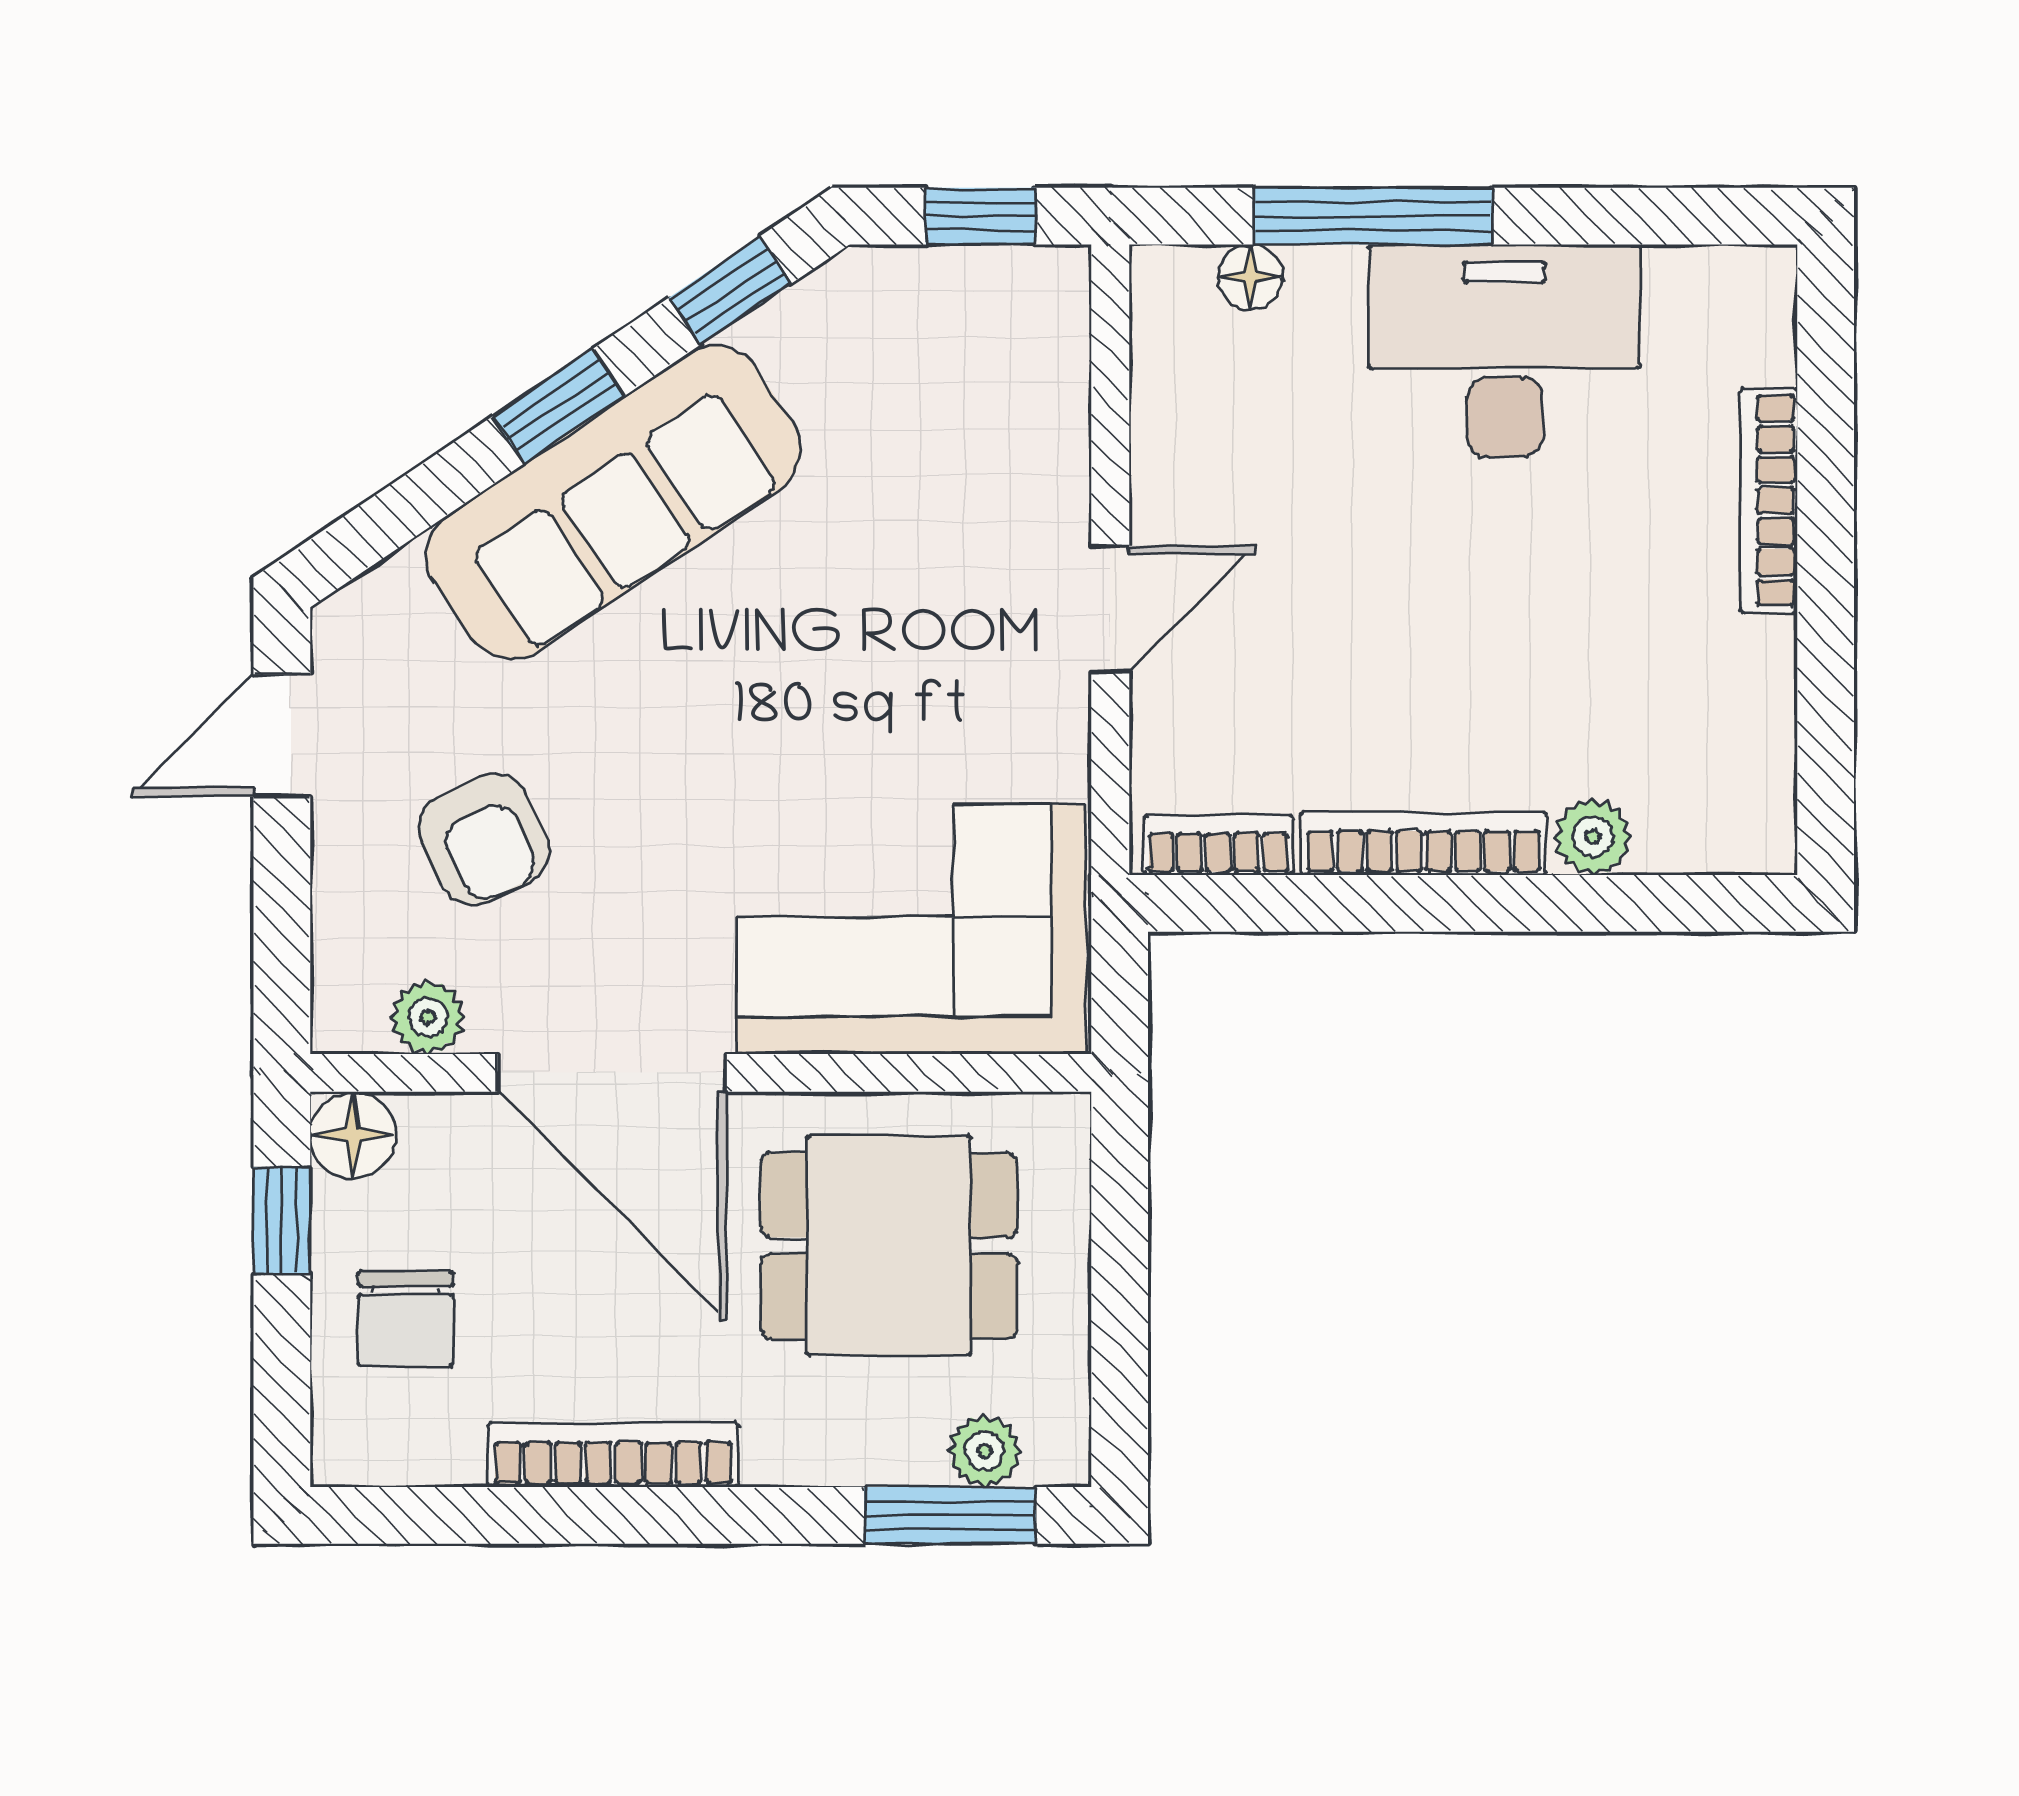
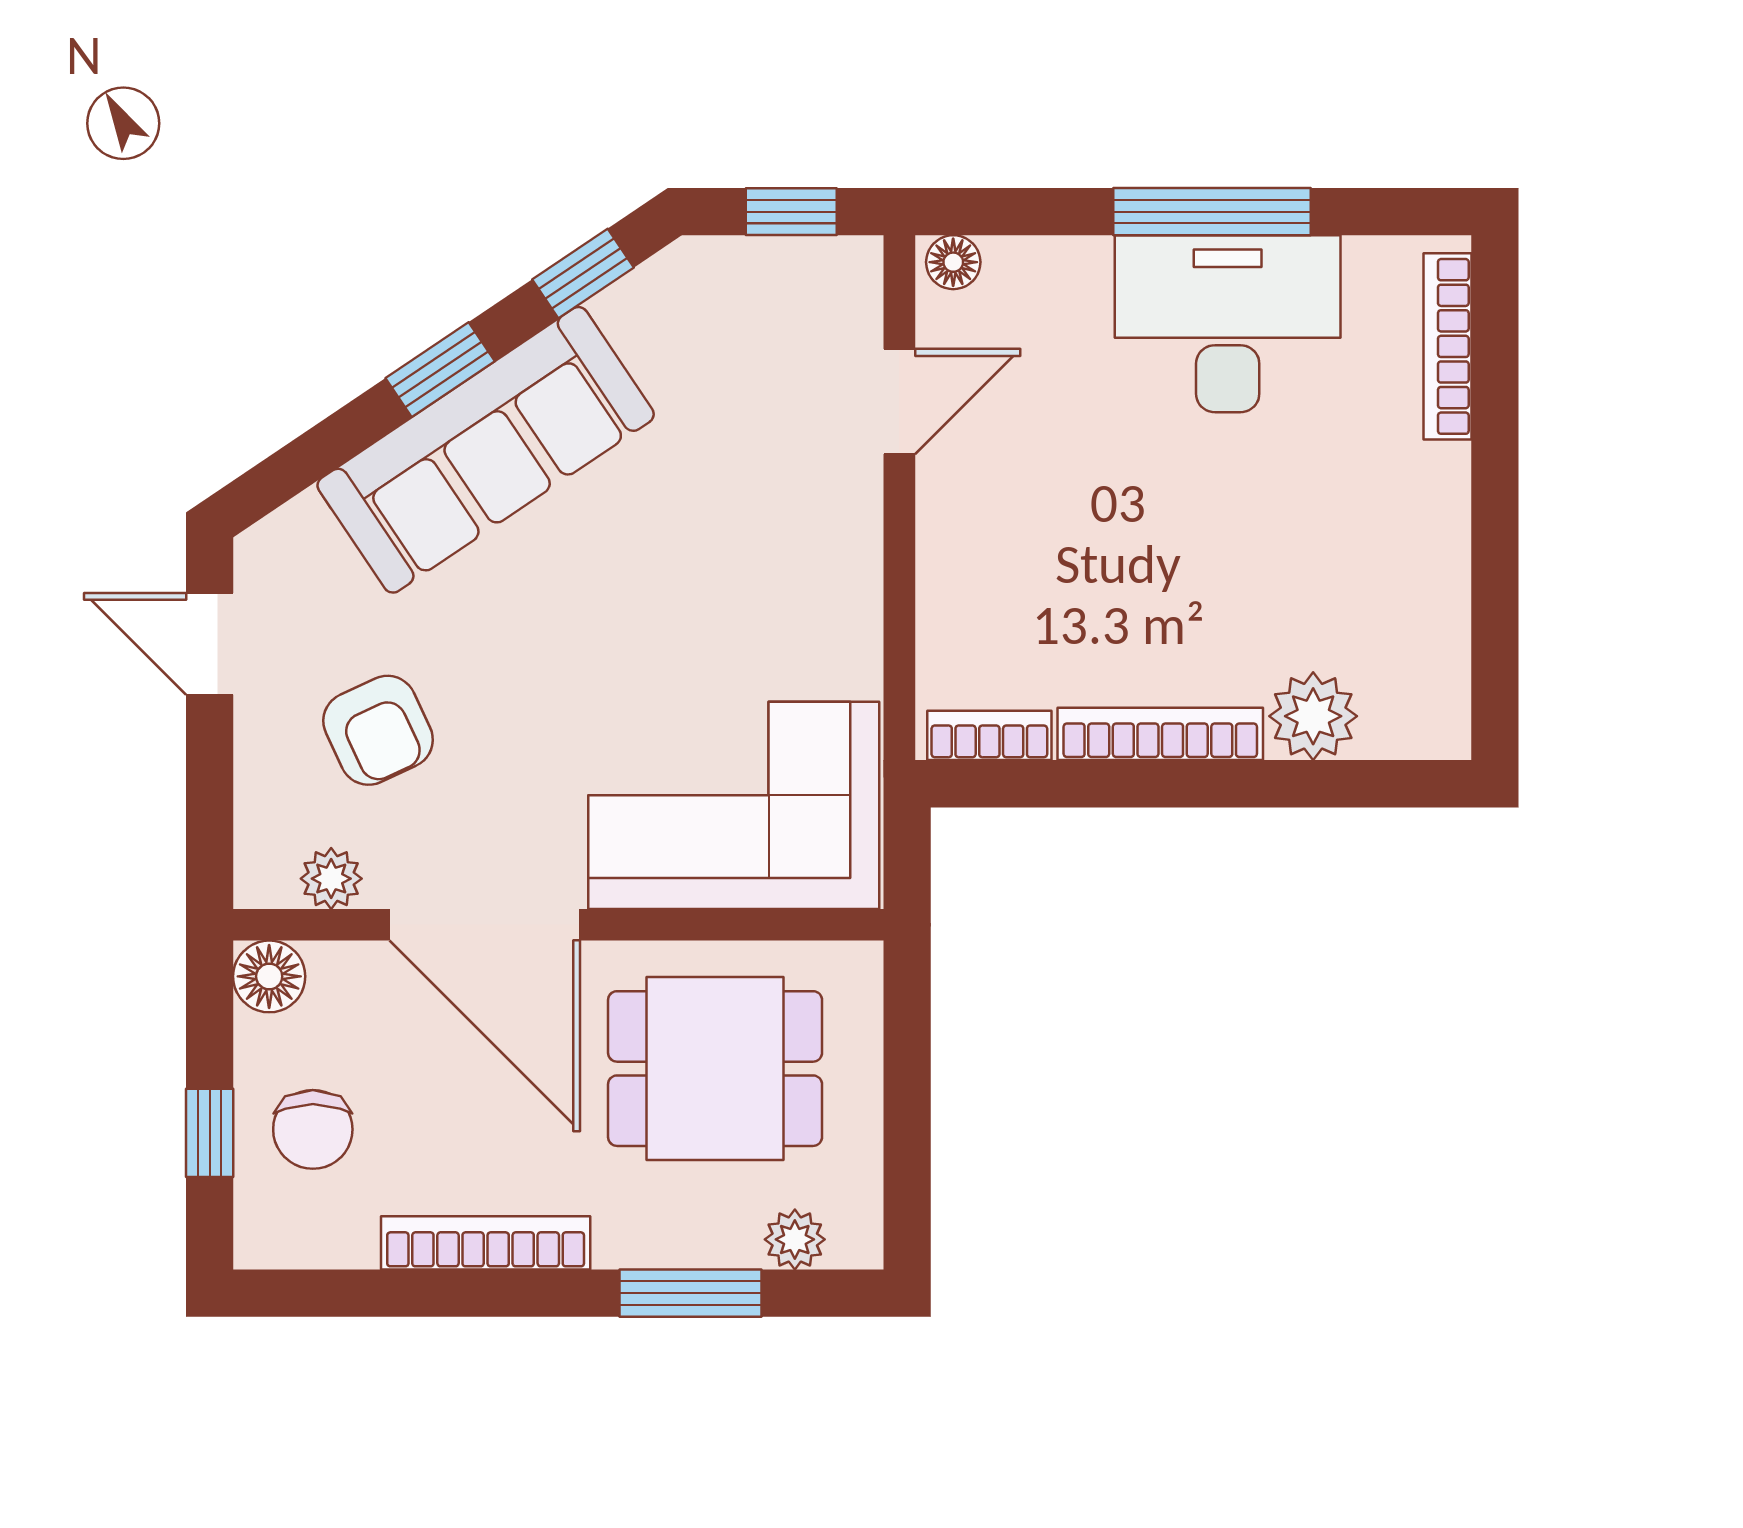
window: (1373, 216) -> (1212, 212), moved
floor lamp: (1250, 277) -> (953, 262), moved
bookcase: (1769, 500) -> (1448, 346), moved
door: (1110, 609) -> (899, 401), moved
door: (282, 735) -> (210, 644), hinge flipped
plant: (1593, 837) -> (1313, 716), width x1.38, depth x1.38
window: (282, 1220) -> (210, 1133), moved
window: (950, 1515) -> (690, 1293), moved

